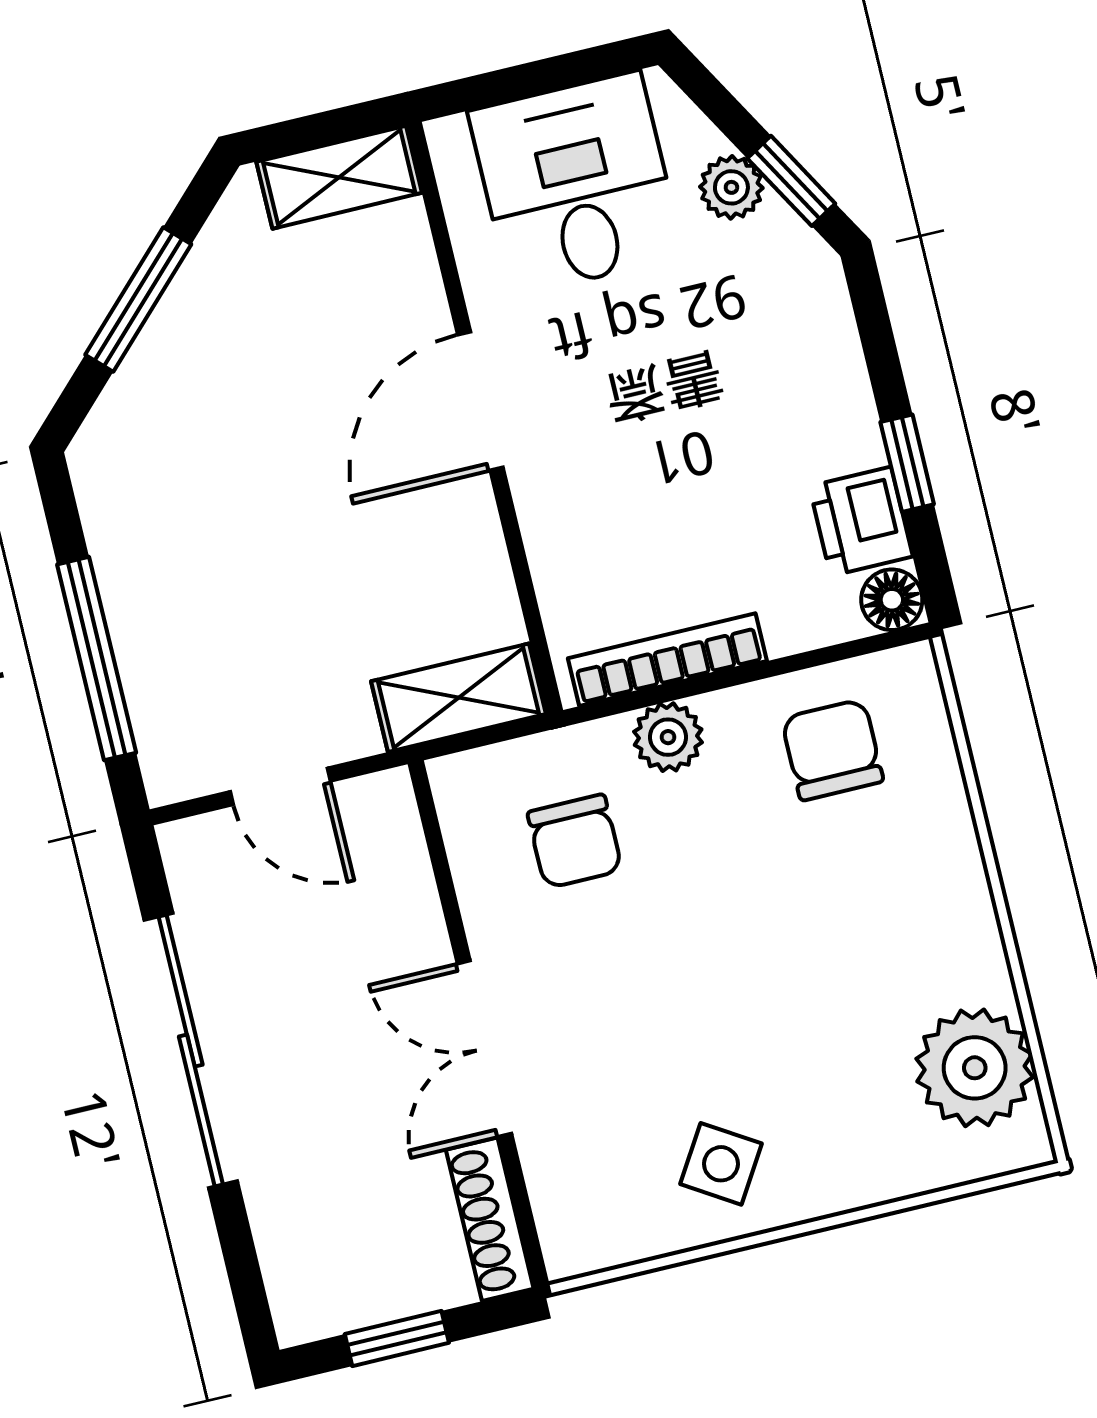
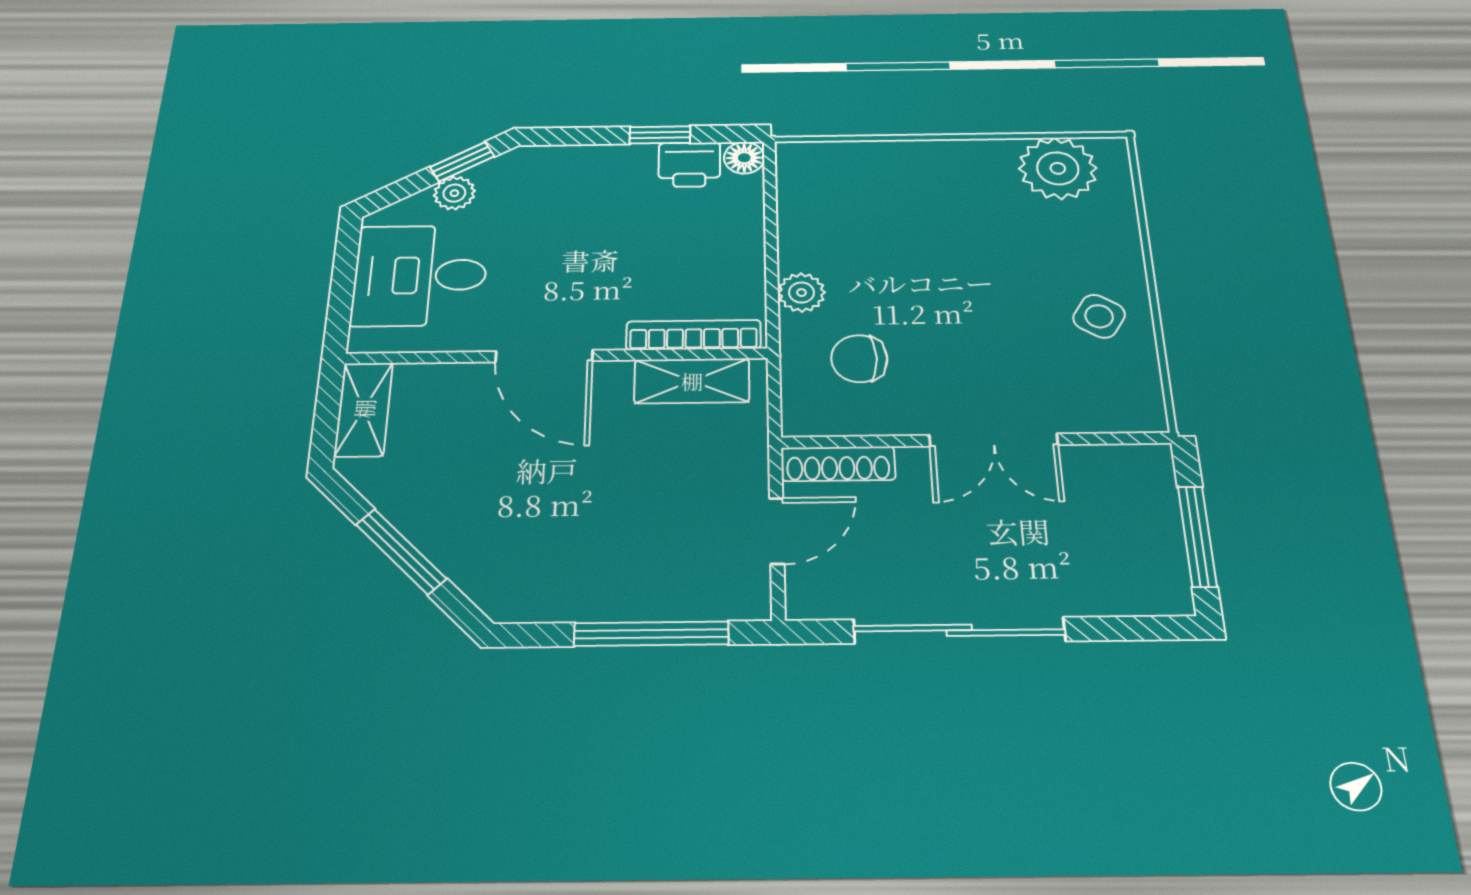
bookcase: (667, 660) -> (693, 335), moved, turned 90
shelving: (458, 698) -> (692, 381), moved, turned 90
chair: (832, 750) -> (833, 206), removed
chair: (575, 841) -> (859, 359), turned 180
shoe rack: (490, 1219) -> (838, 464), moved
window: (397, 1338) -> (1197, 536), width x1.50

